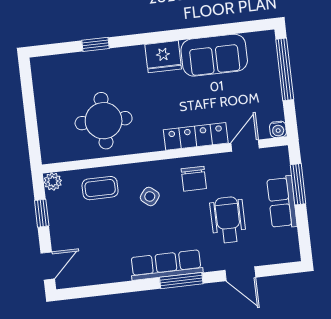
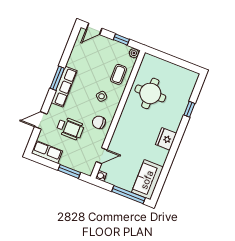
sofa: (214, 55) -> (147, 180), moved
locker: (196, 136) -> (119, 134), removed
door: (245, 146) -> (102, 156), hinge flipped
row of seats: (282, 202) -> (47, 152), moved
door: (48, 266) -> (94, 29), hinge flipped
window: (181, 281) -> (57, 78), moved

